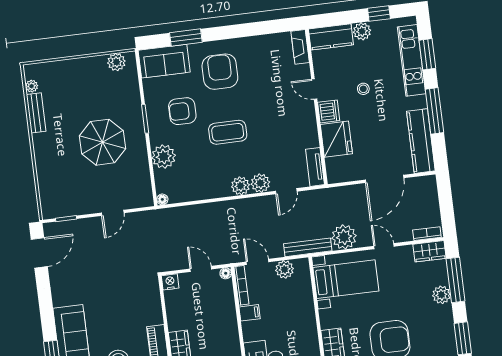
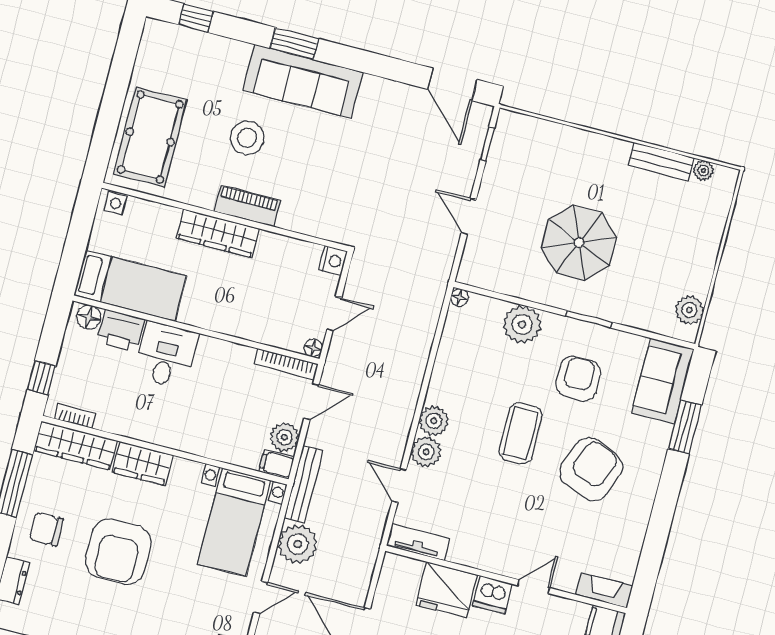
armchair: (220, 72) -> (591, 469), moved, turned -68
filing cabinet: (250, 313) -> (277, 464), moved, turned 90

